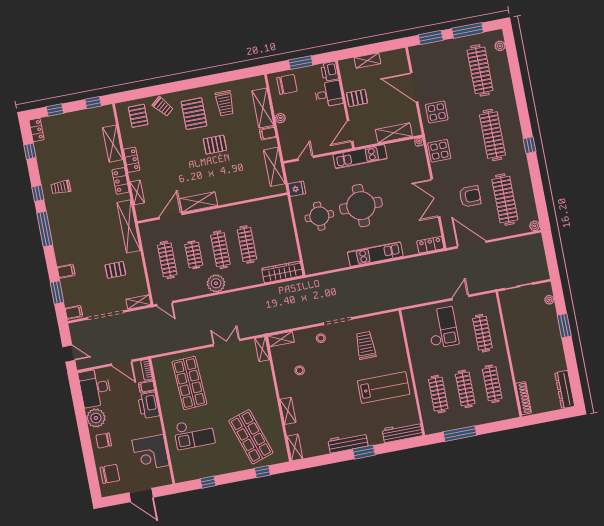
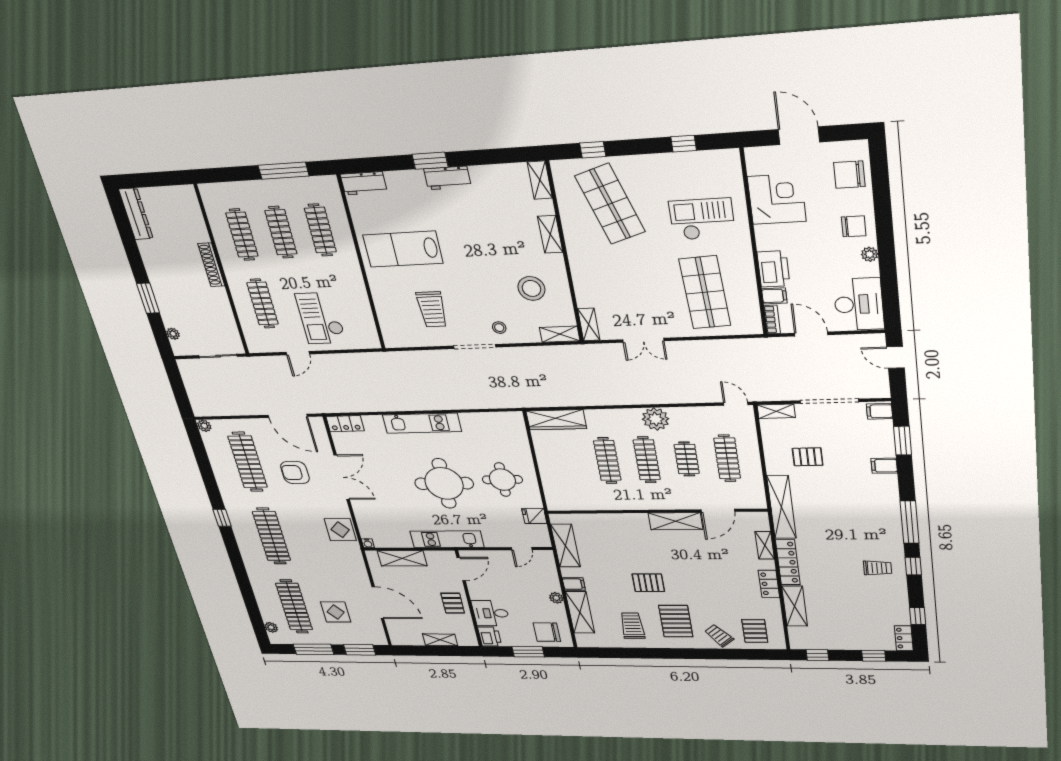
pallet: (357, 98) -> (453, 603), turned 90
display table: (437, 112) -> (336, 612), moved
locker: (121, 181) -> (788, 562), width x1.53
stool: (300, 370) -> (531, 288), width x1.89, depth x1.89
shoe rack: (524, 398) -> (211, 265), moved
plant: (96, 418) -> (870, 254), width x0.53, depth x0.53
workbench: (402, 432) -> (364, 183), width x0.73
workbench: (348, 443) -> (447, 178), width x0.73

